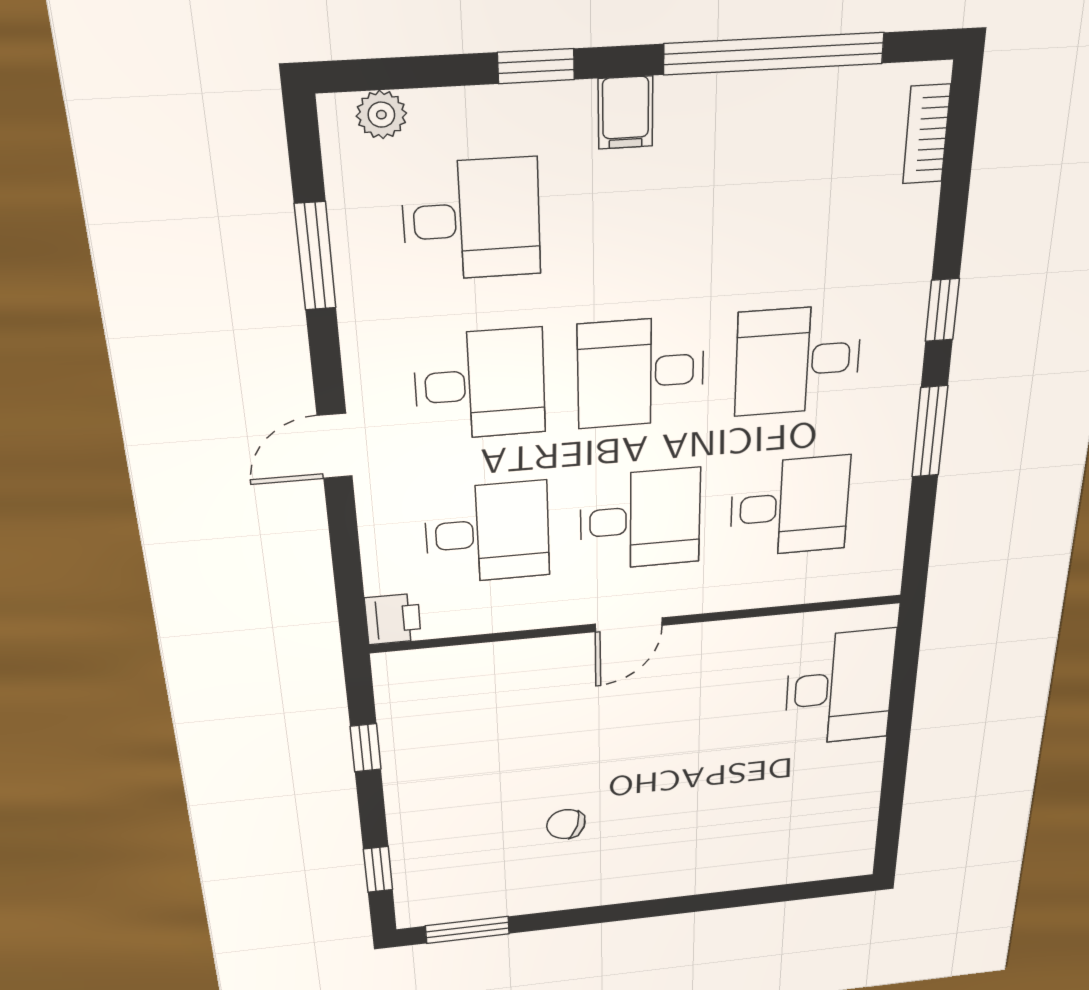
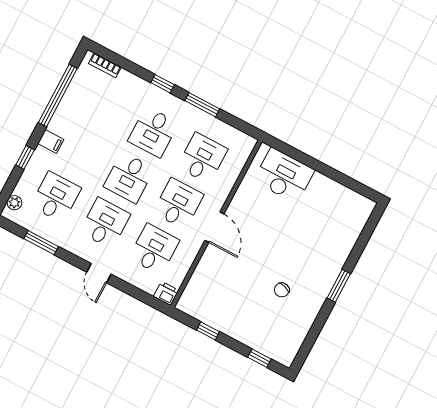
door: (629, 625) -> (214, 227), width x1.38
window: (467, 930) -> (339, 286), moved

